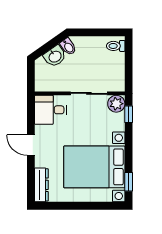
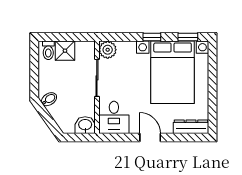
washbasin: (55, 56) -> (85, 125), moved, turned -55
shower: (115, 62) -> (65, 51), added
window: (129, 114) -> (152, 37), moved
door: (31, 145) -> (150, 137), swing flipped

